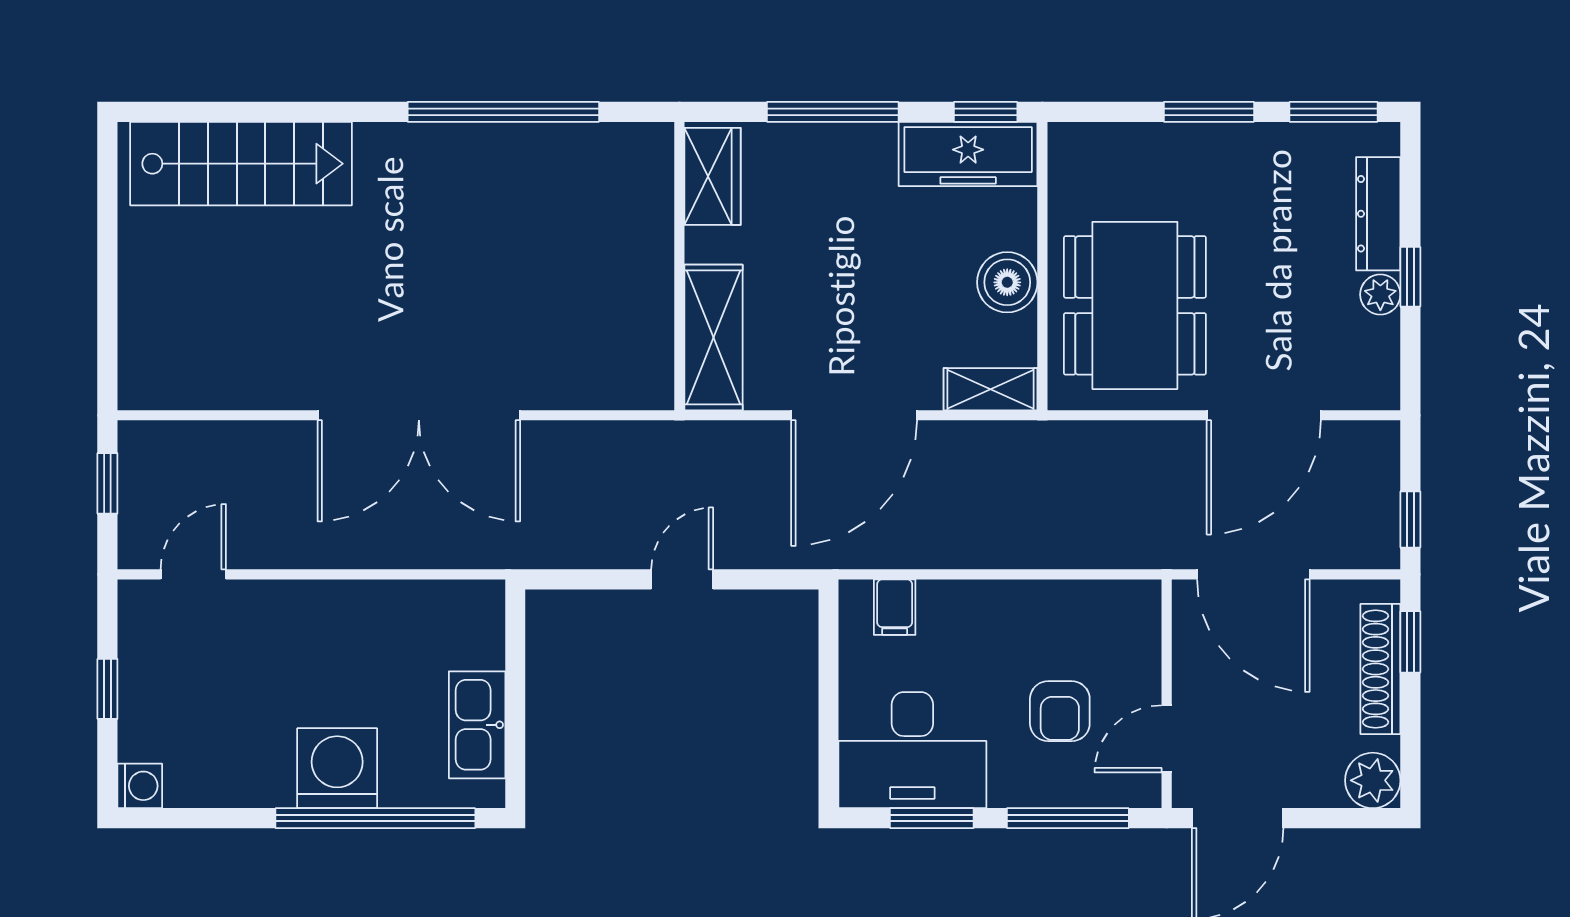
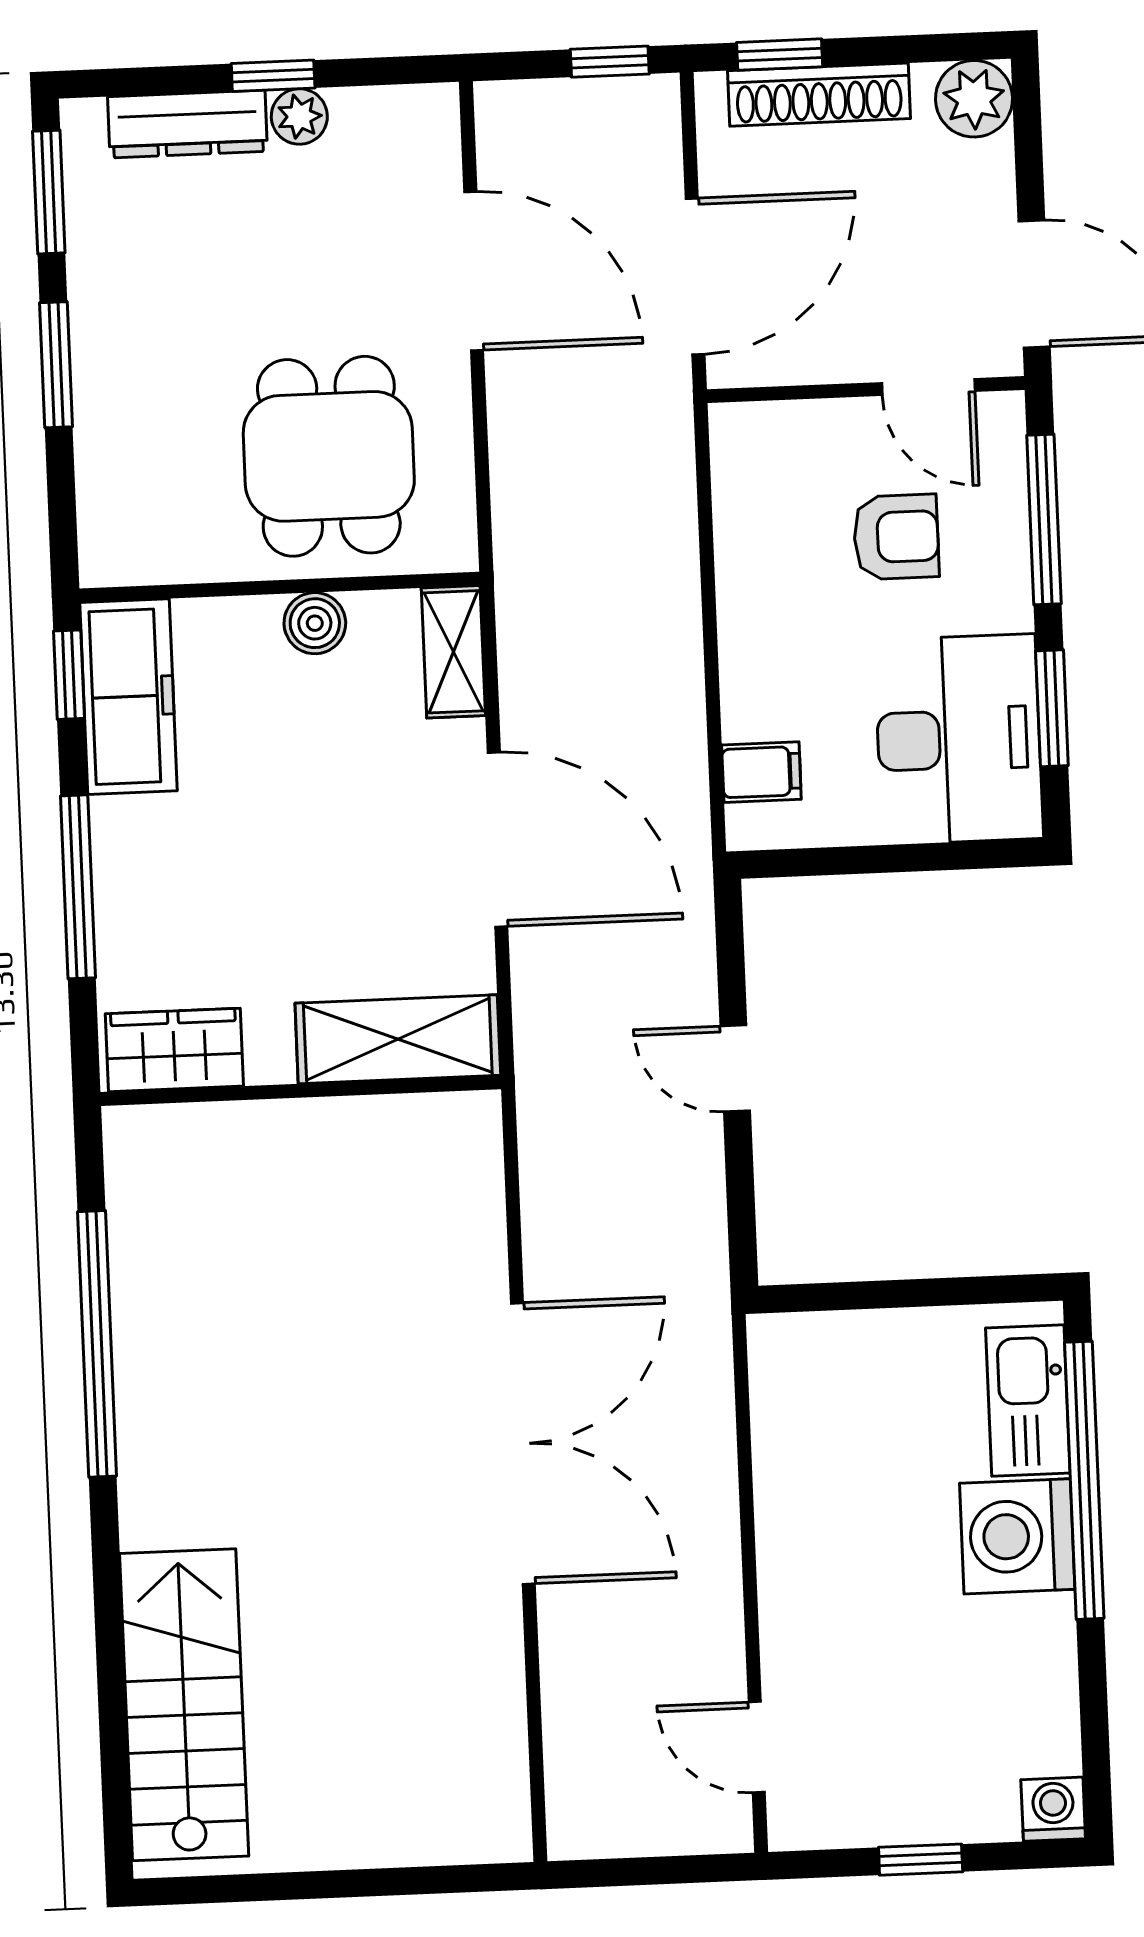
boiler: (1007, 282) -> (315, 623), width x0.73, depth x0.73
dining table: (1135, 305) -> (329, 456), width x0.73
window: (107, 483) -> (635, 1872), removed
kitchen sink: (477, 725) -> (1028, 1400), moved, turned 90

